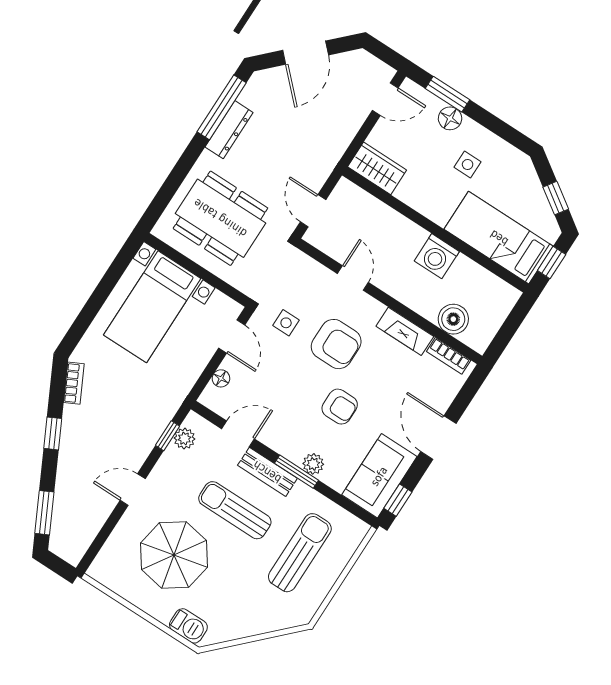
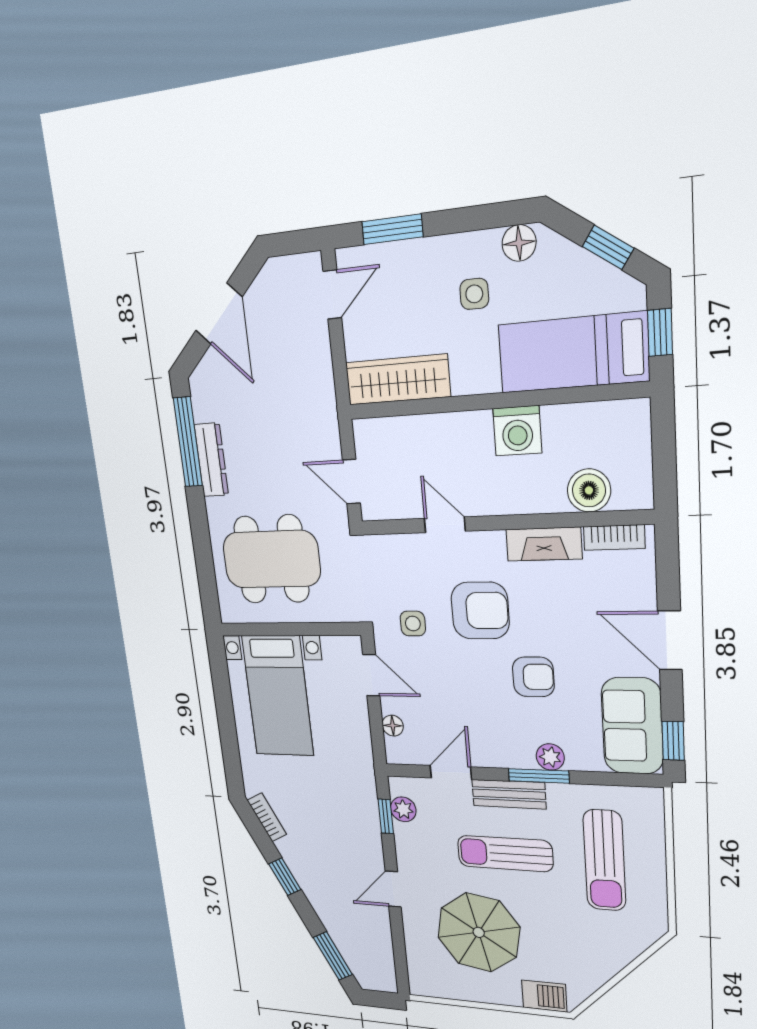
floor lamp: (450, 118) -> (519, 243), moved
wardrobe: (377, 168) -> (398, 380), width x1.50
sun lounger: (300, 553) -> (604, 860), turned 180

